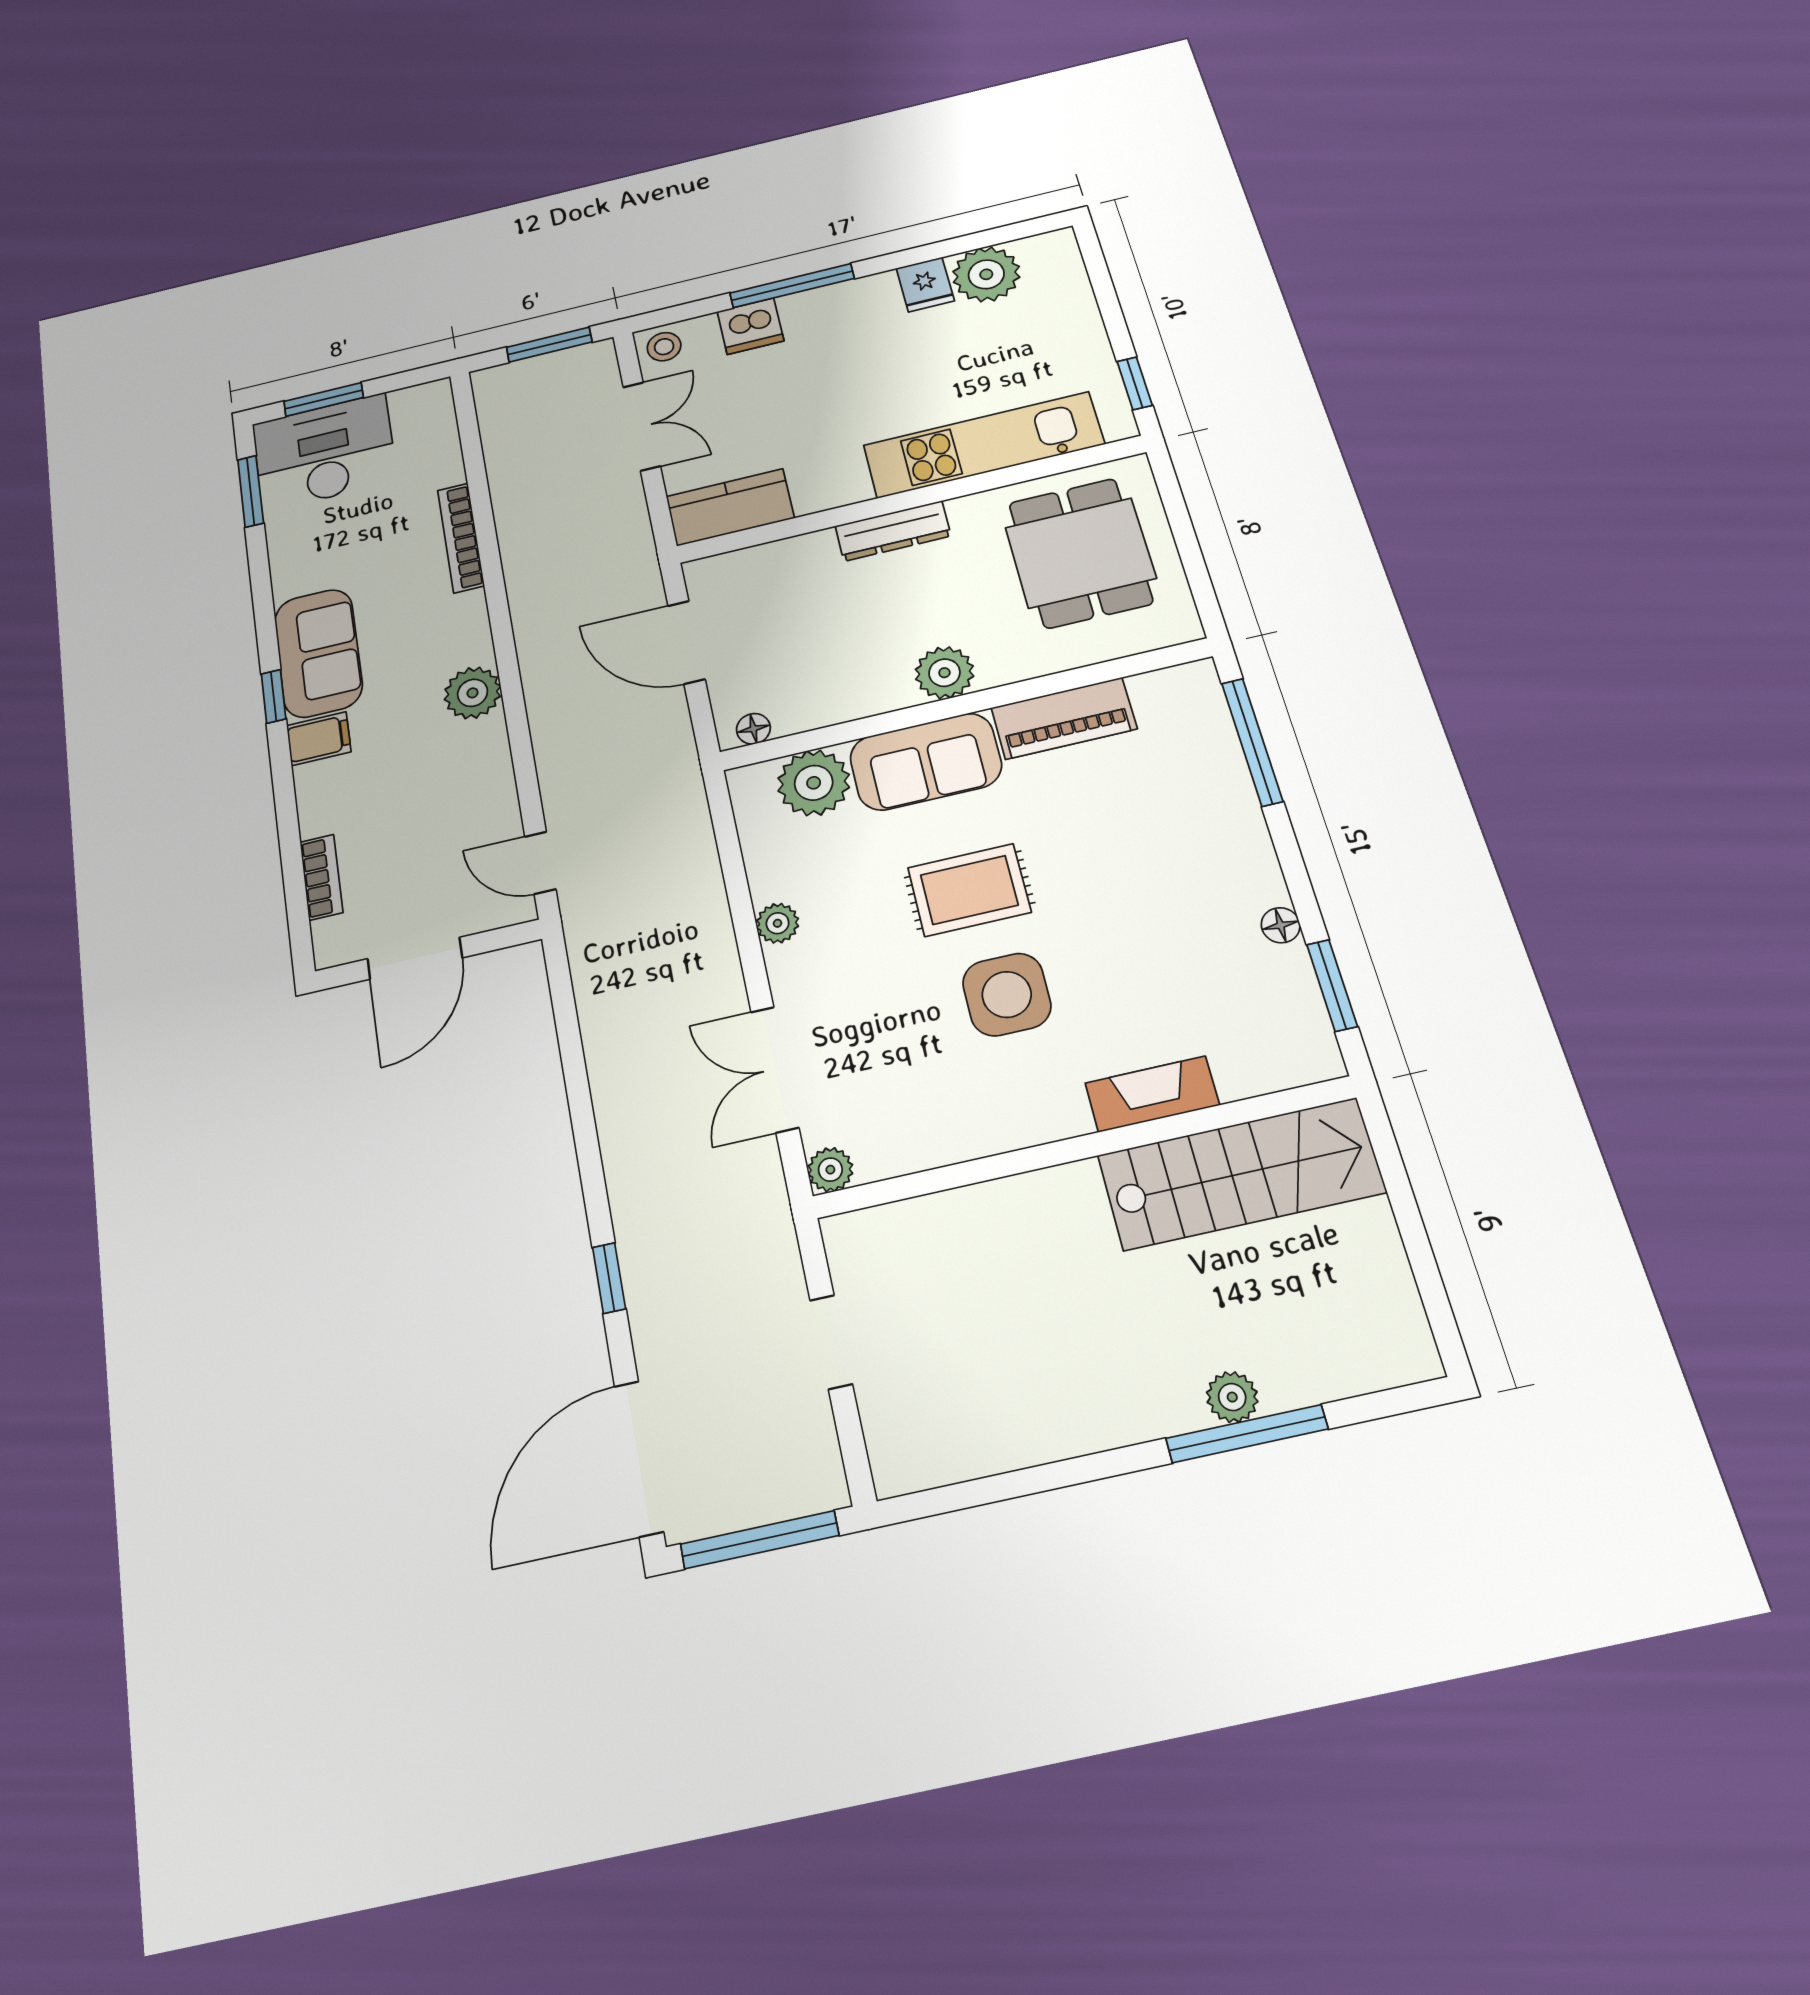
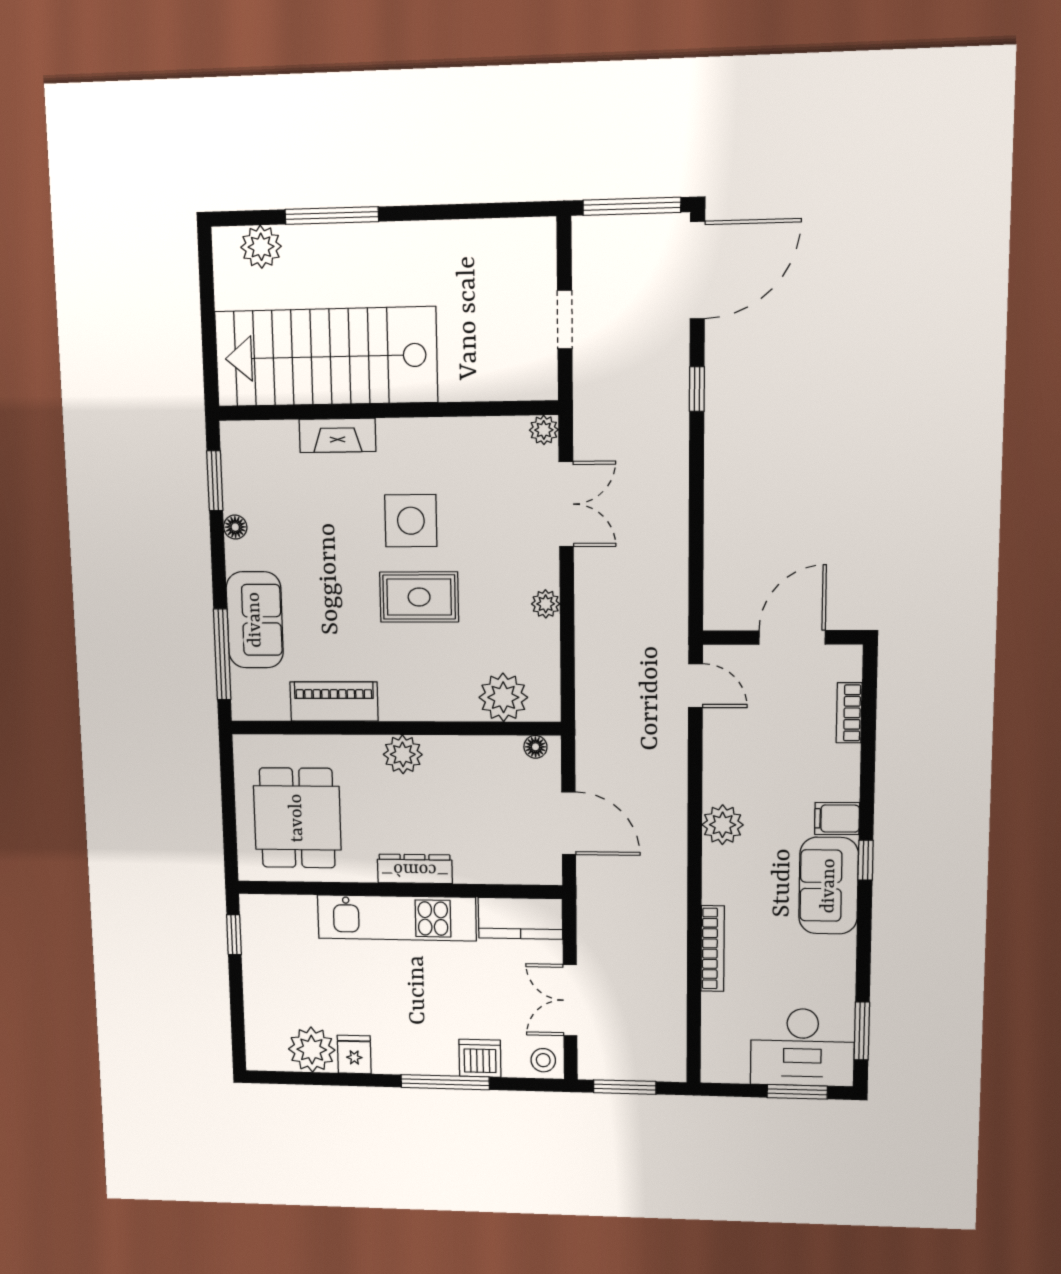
kitchen unit: (983, 445) -> (397, 918), moved
sofa: (926, 762) -> (255, 620), moved, turned 90
stairs: (1241, 1174) -> (326, 357), width x1.36, depth x1.51
plant: (1232, 1397) -> (261, 247), moved, width x1.38, depth x1.38

